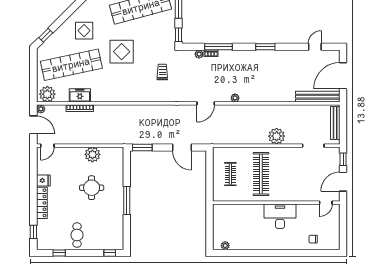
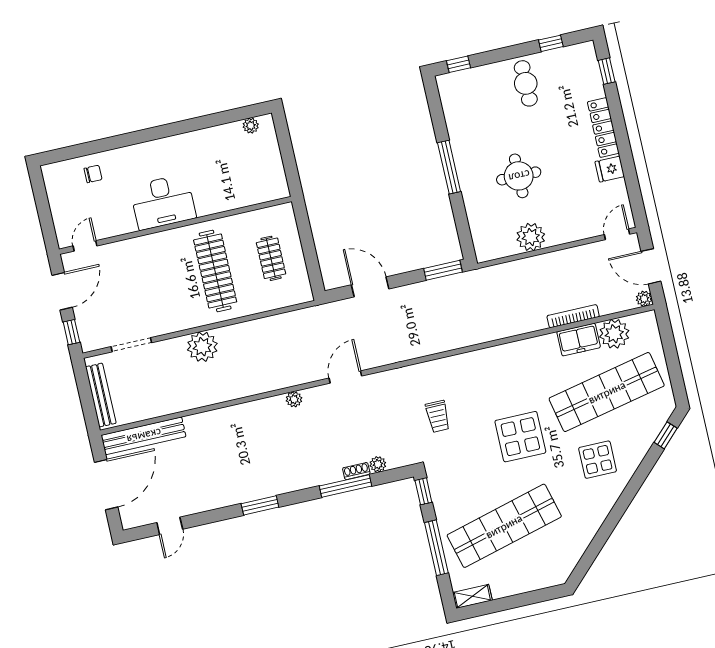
plant: (47, 94) -> (614, 334), moved

